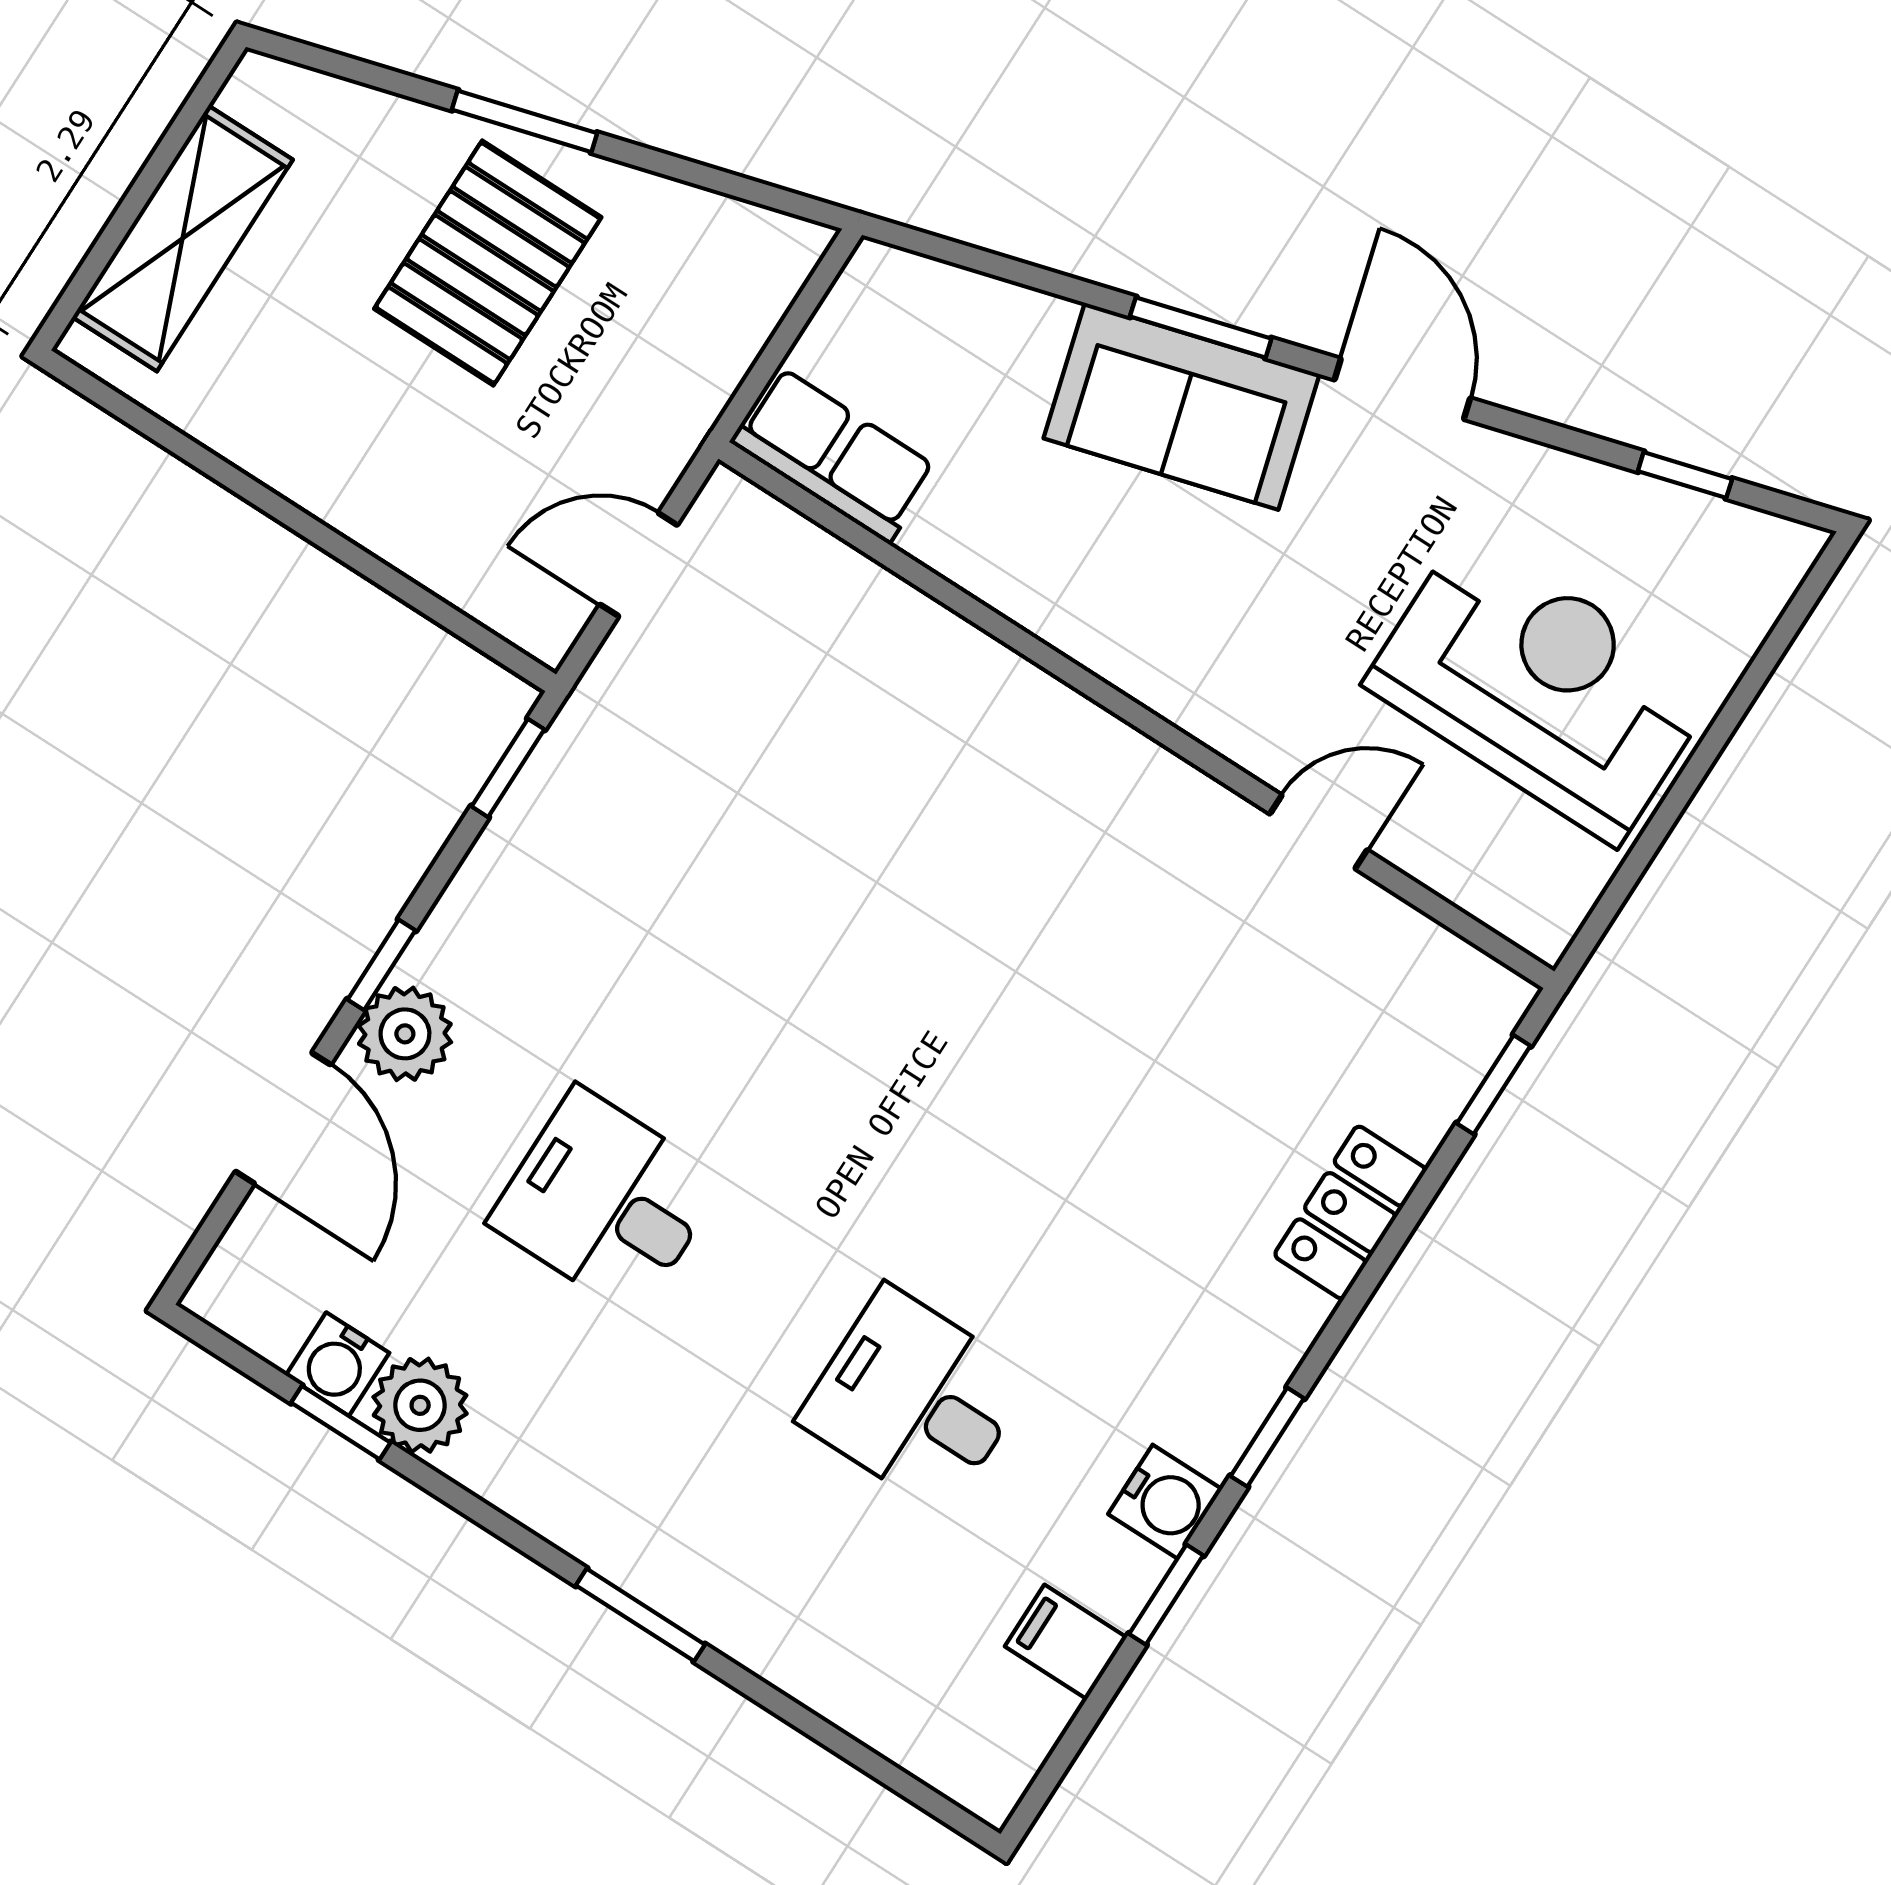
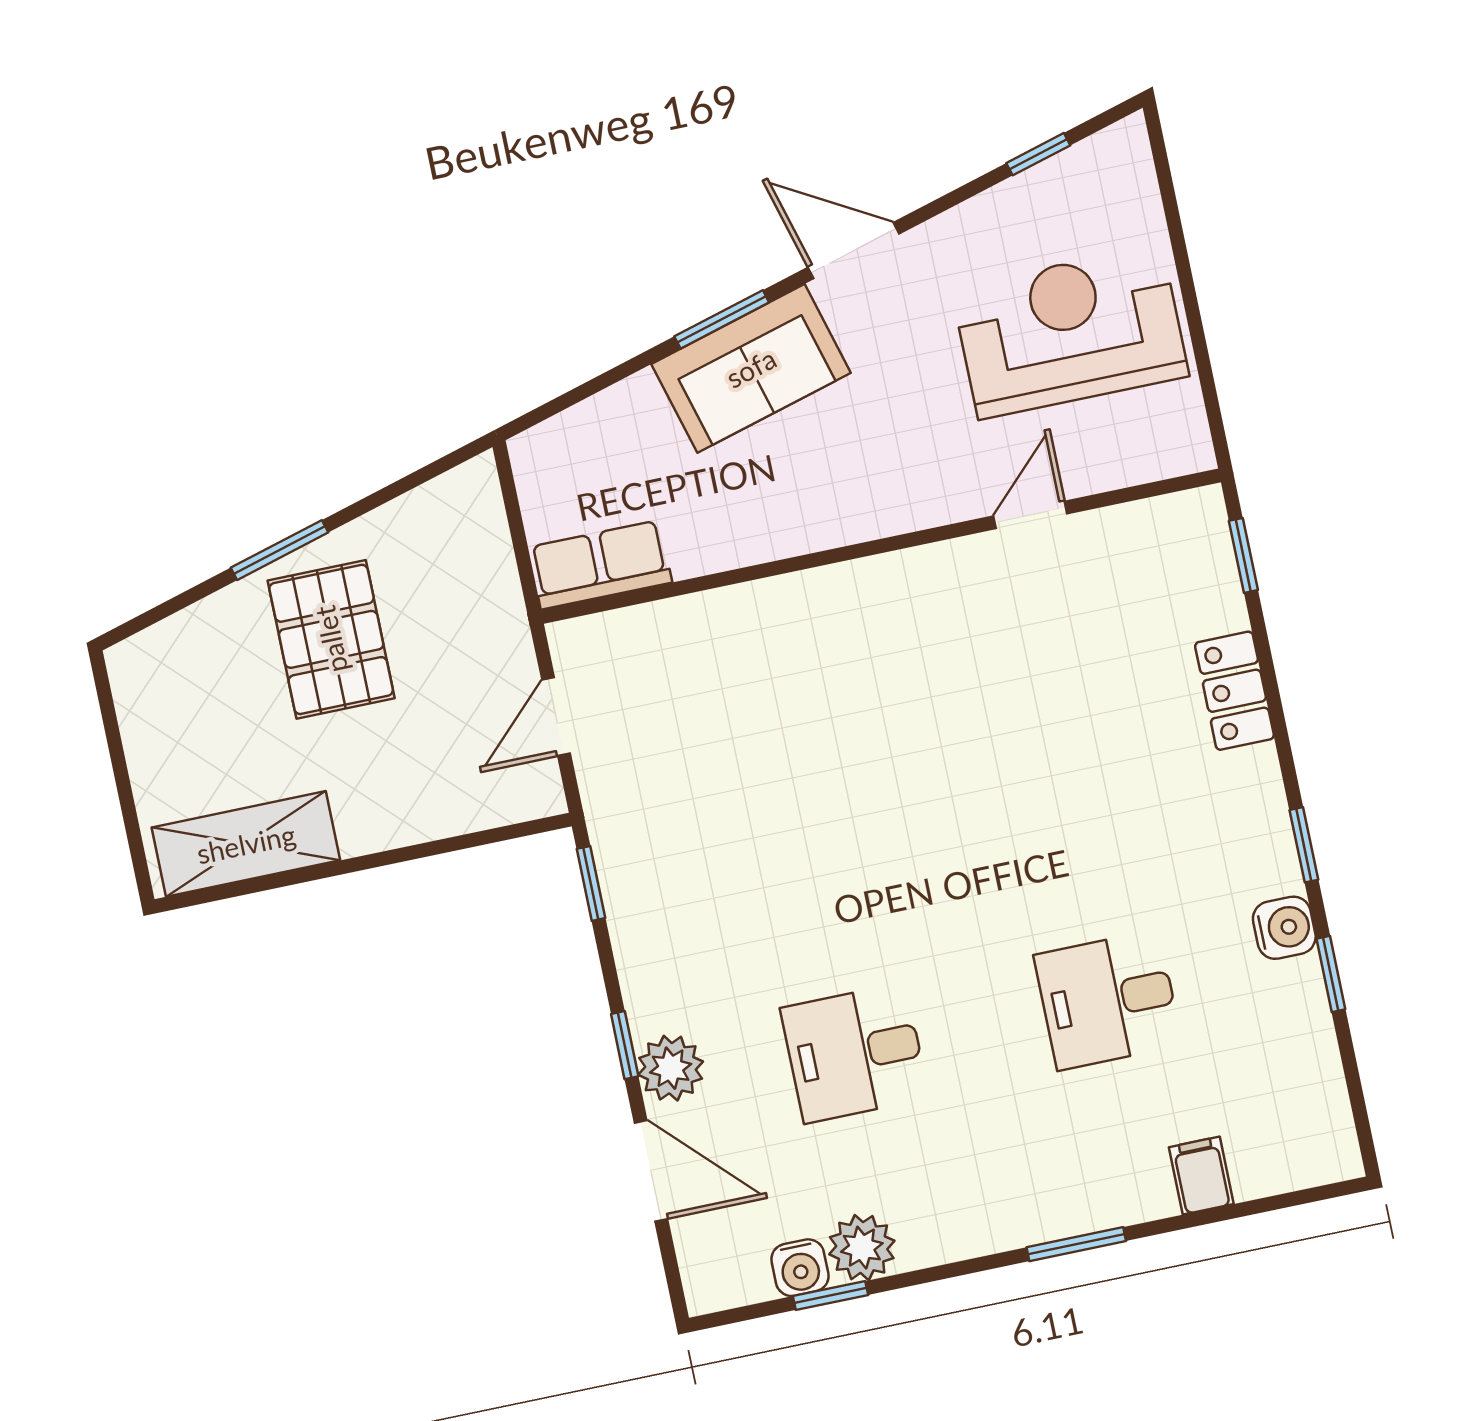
shelving: (183, 238) -> (246, 844), moved, turned 90
filing cabinet: (1066, 1642) -> (1201, 1176), moved, turned 90

